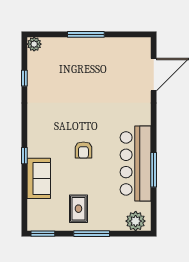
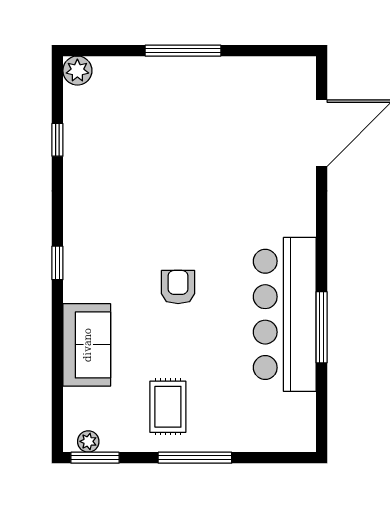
armchair: (83, 150) -> (178, 287), turned 180
window: (24, 156) -> (57, 263), moved
plant: (136, 221) -> (88, 441), moved, width x0.53, depth x0.53

